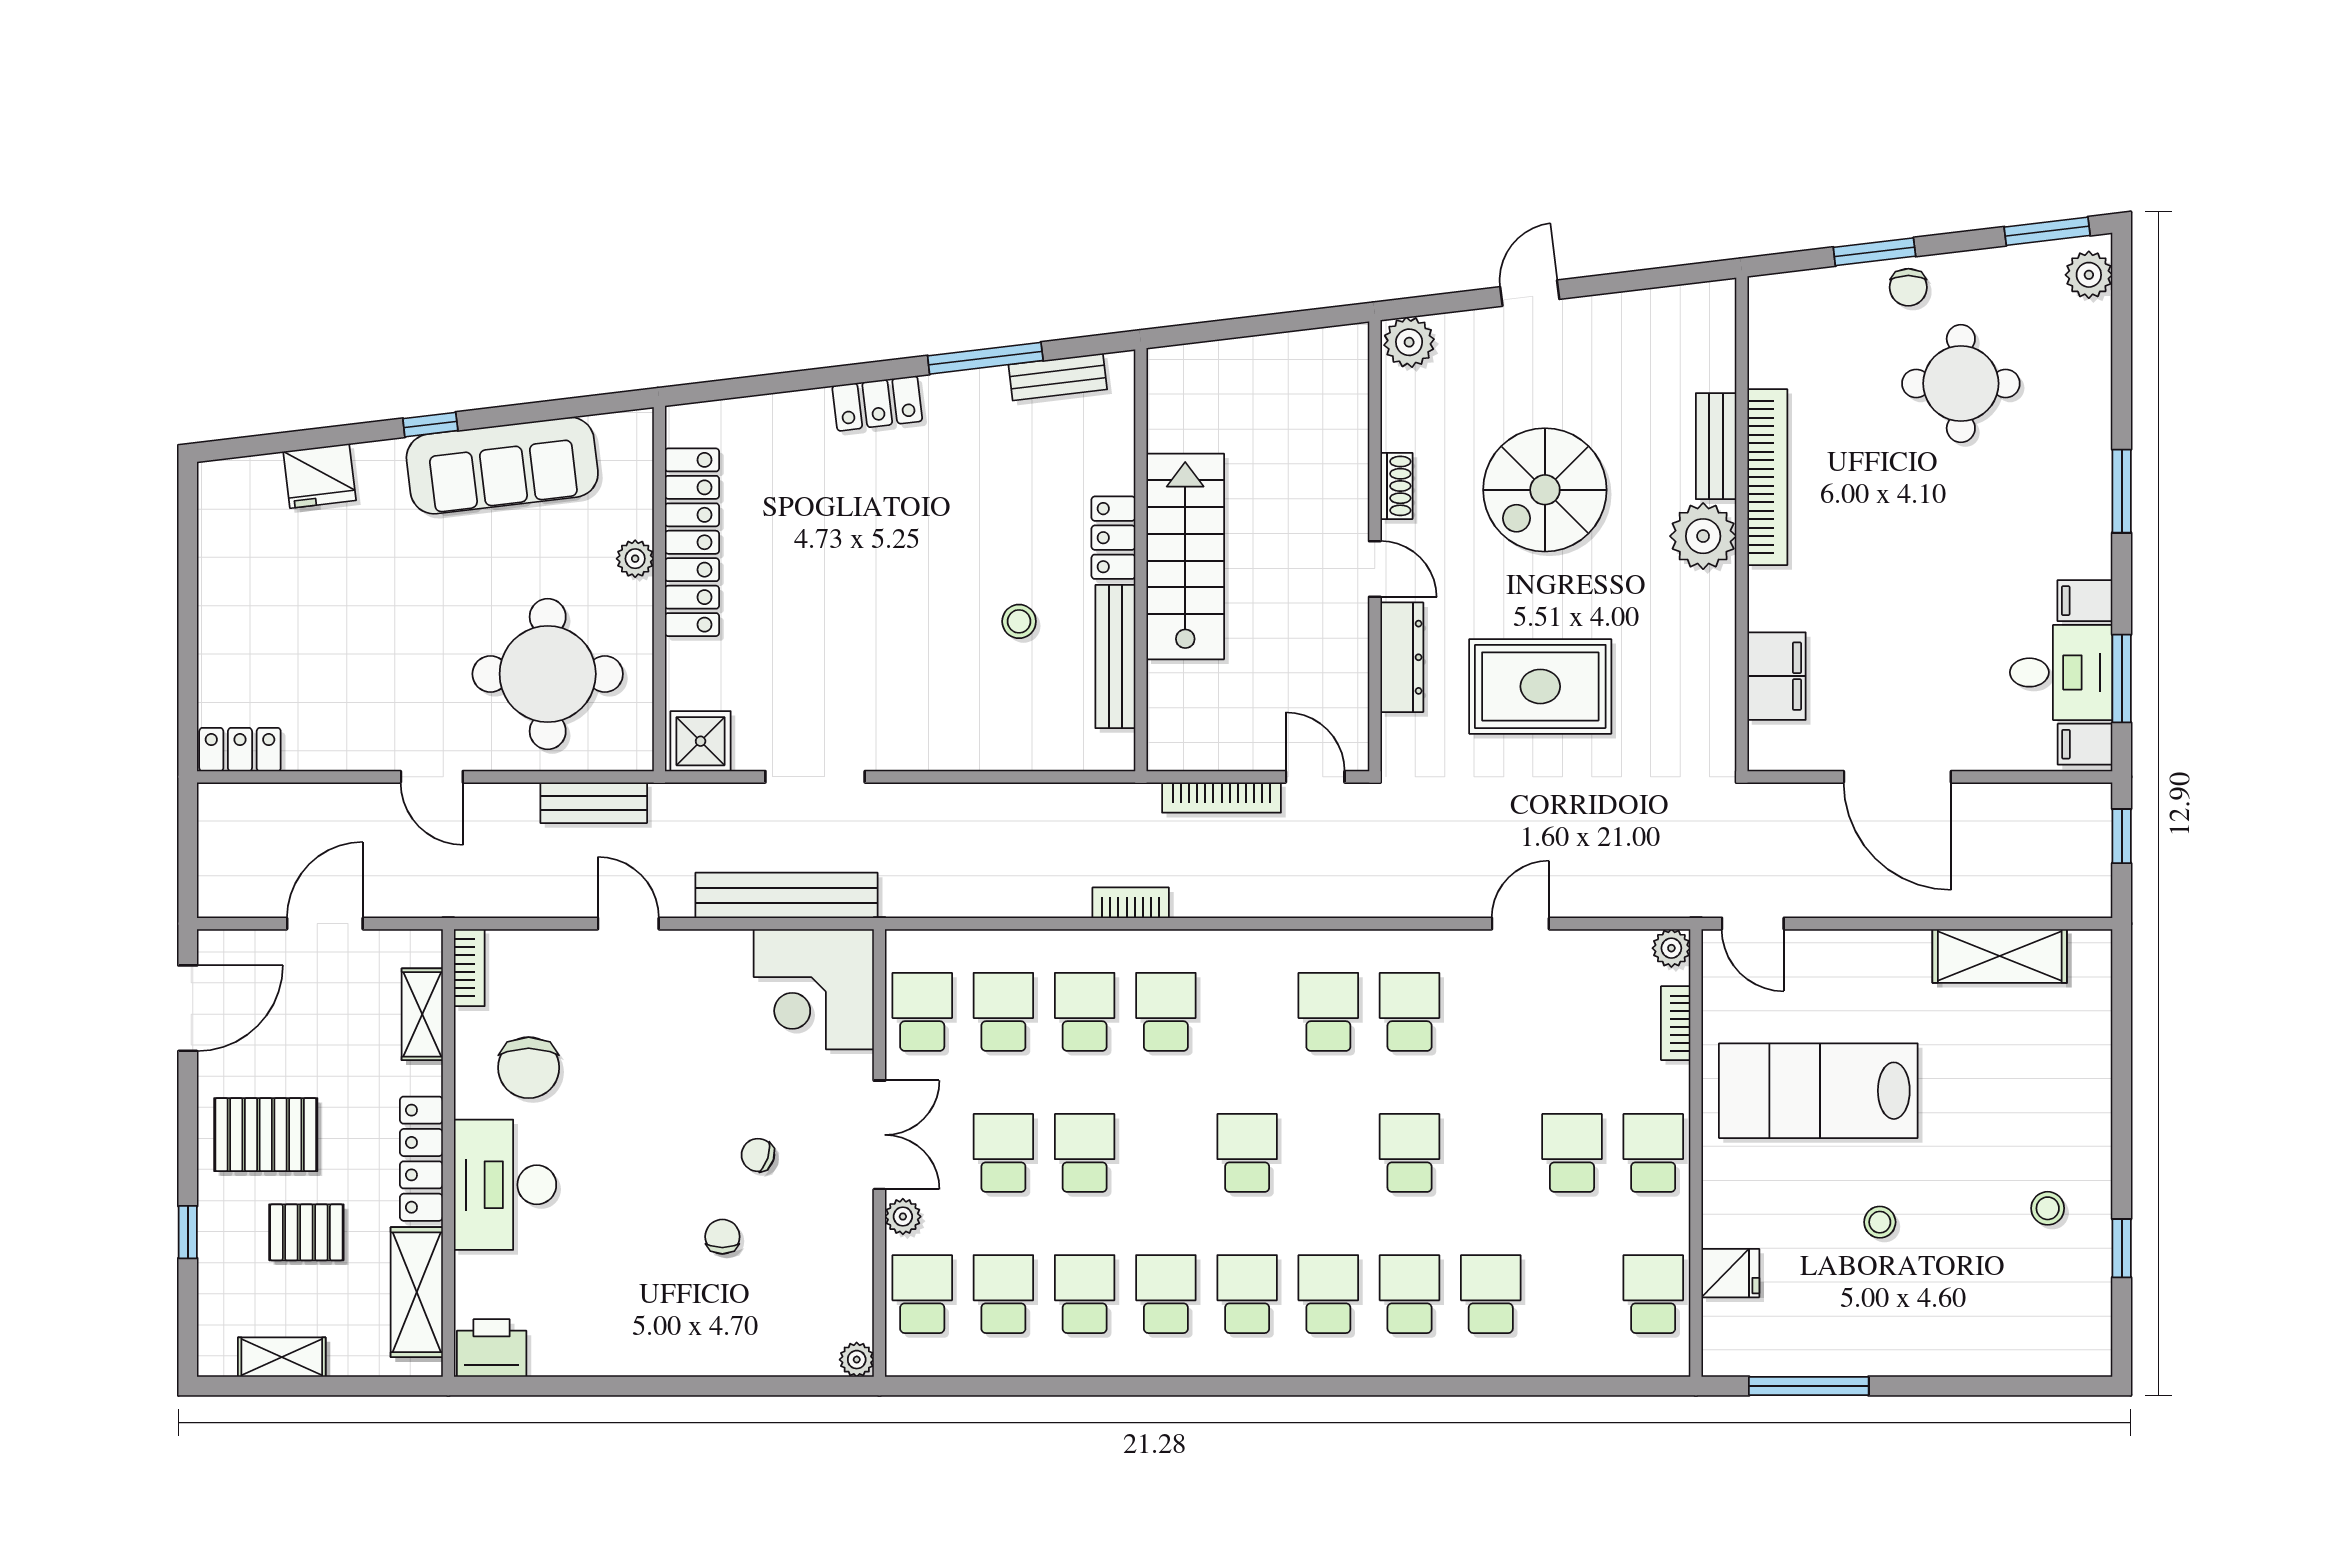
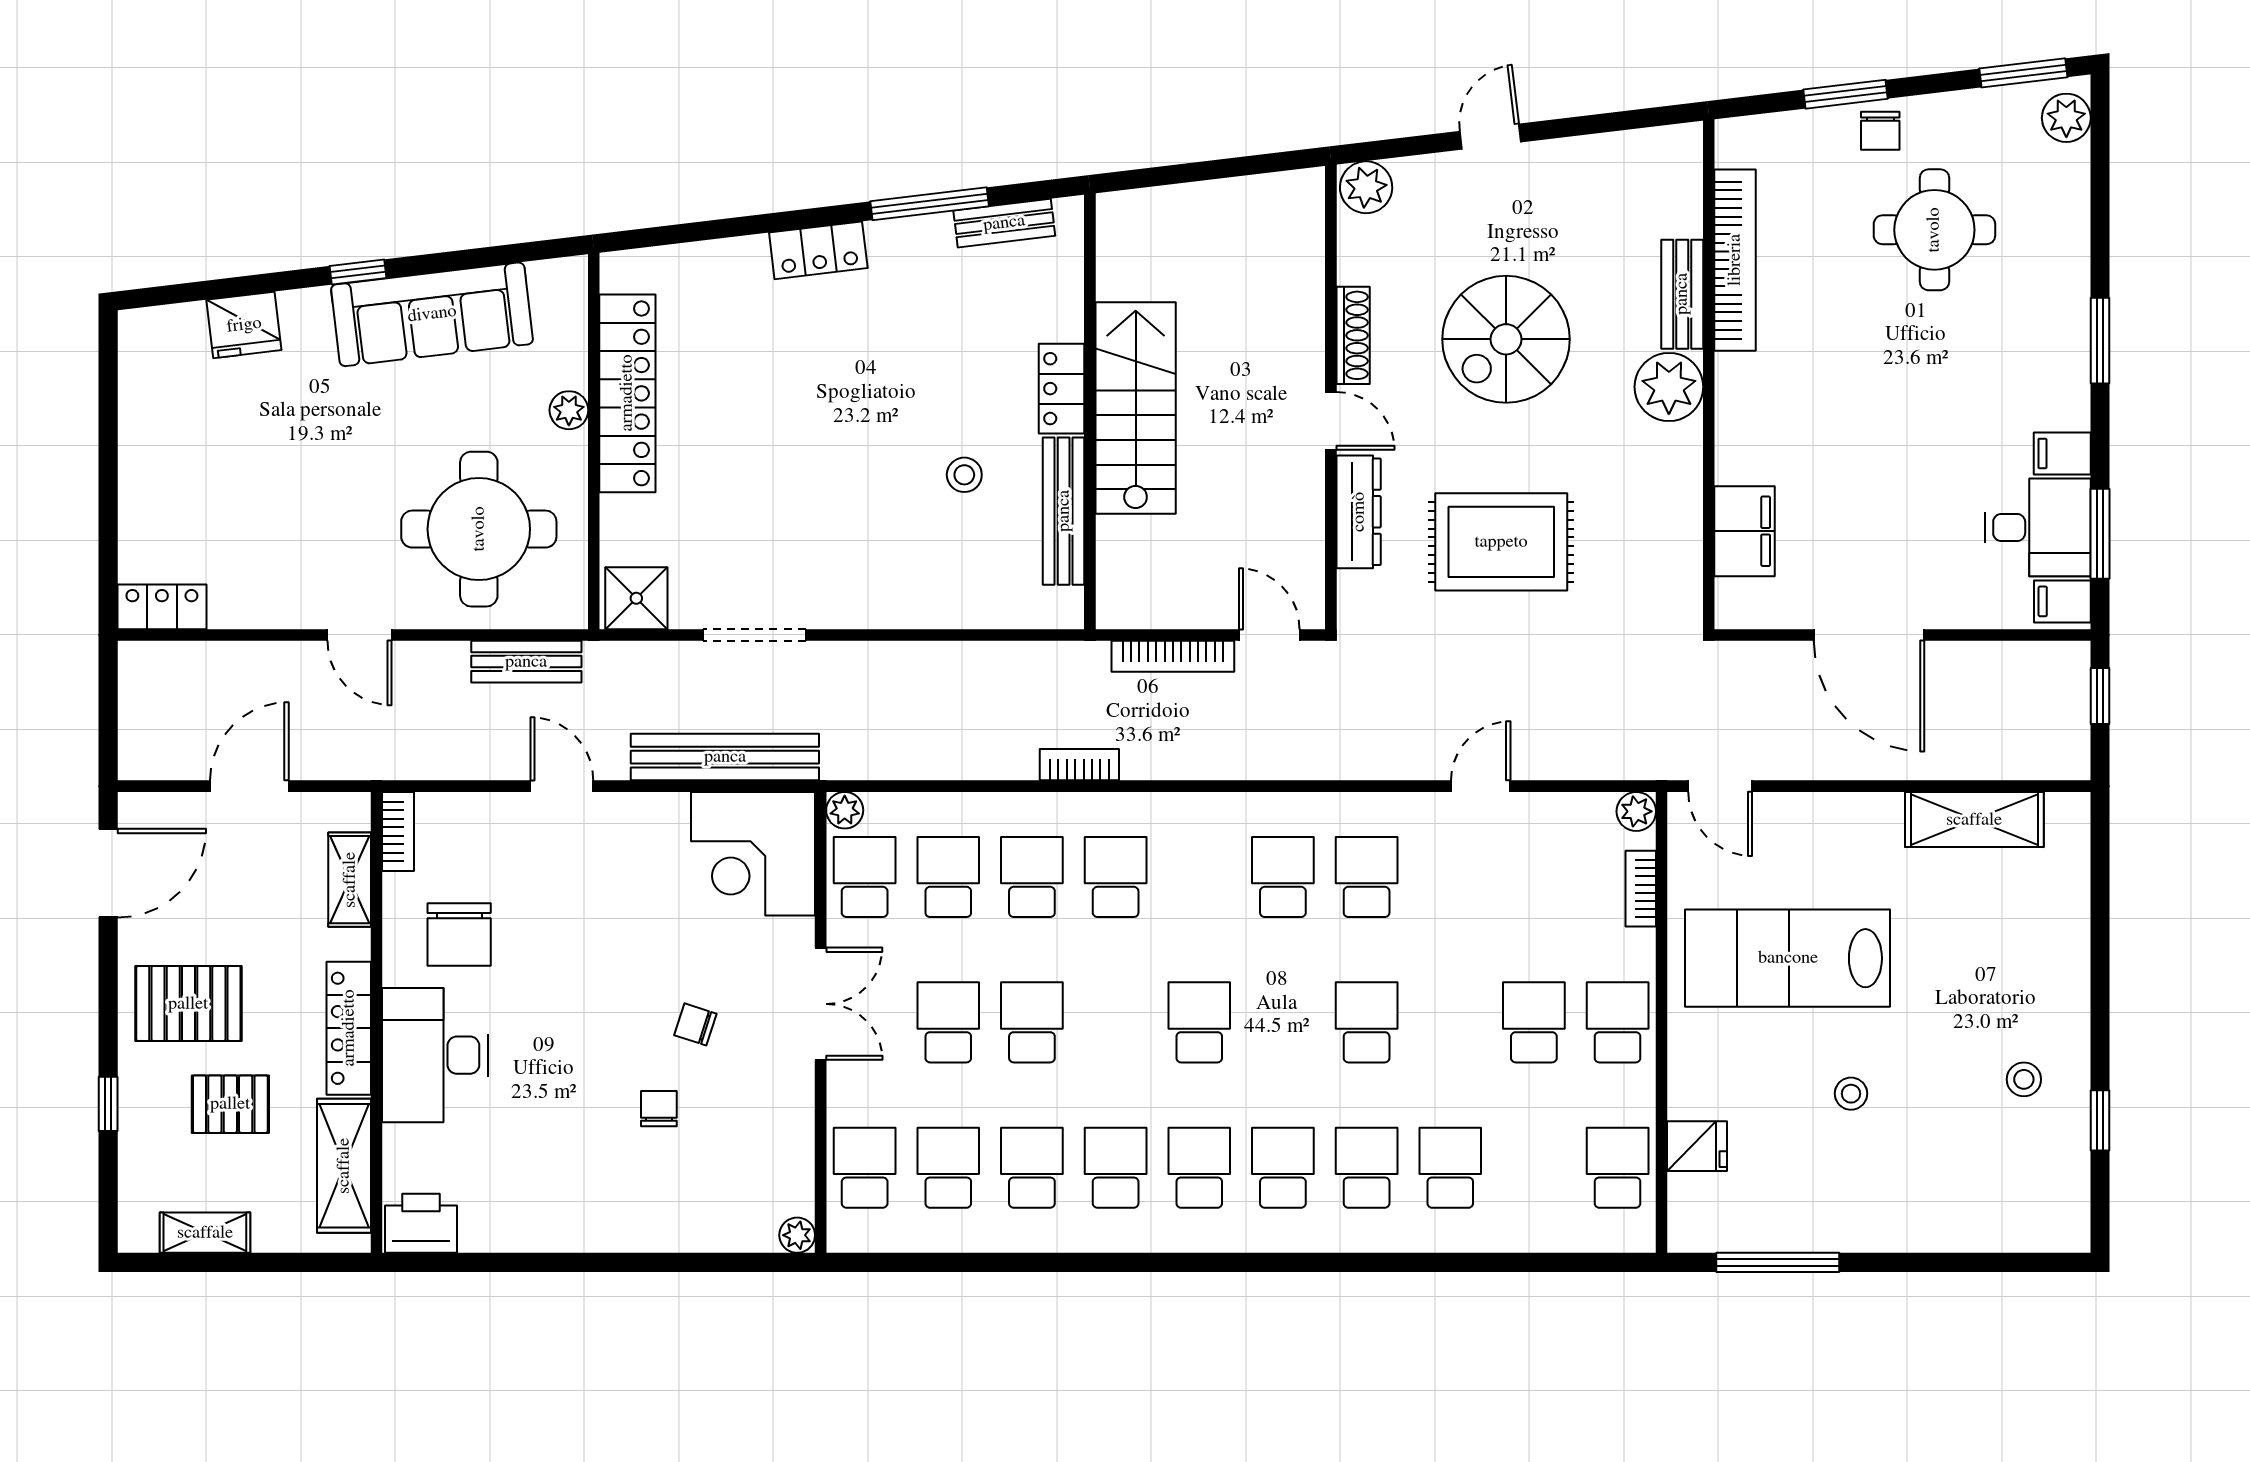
bookcase: (1767, 477) -> (1735, 260), moved
shoe rack: (1396, 486) -> (1353, 335), width x1.43
plant: (903, 1217) -> (845, 810), moved

